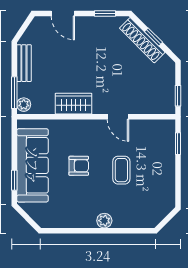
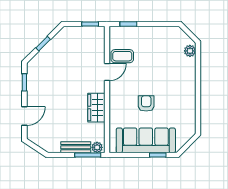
shoe rack: (142, 40) -> (46, 53), removed
bench: (24, 63) -> (76, 147), moved
coffee table: (121, 170) -> (122, 56), moved
plant: (104, 221) -> (190, 51), moved

